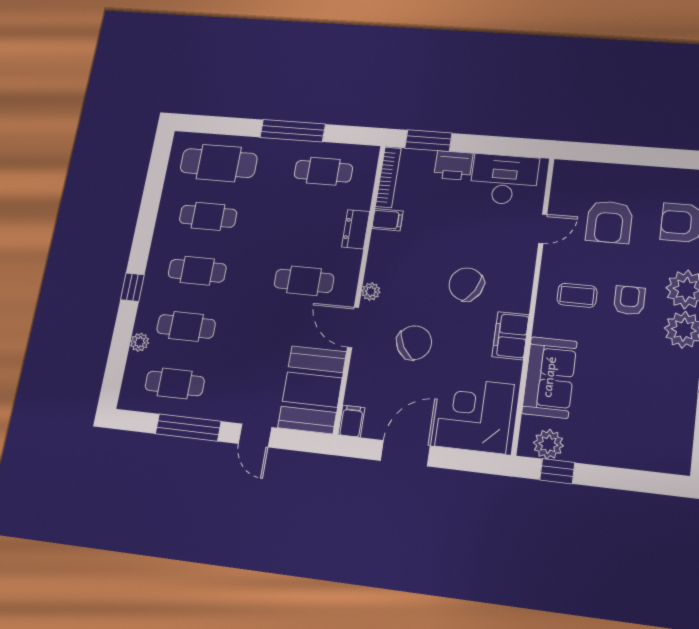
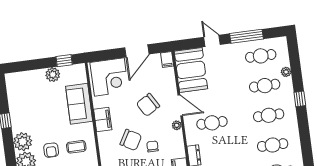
chair: (428, 263) -> (153, 146), added
plant: (548, 444) -> (53, 75), moved

